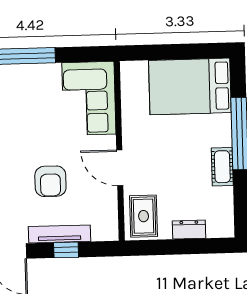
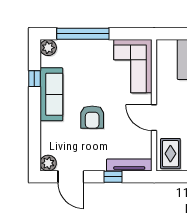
armchair: (50, 181) -> (92, 117), moved
tv unit: (59, 234) -> (129, 165), moved

